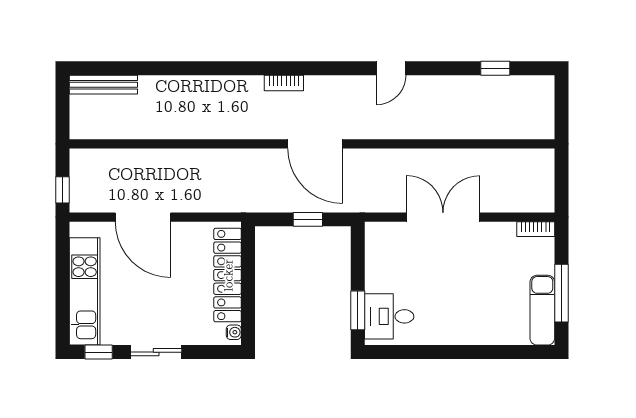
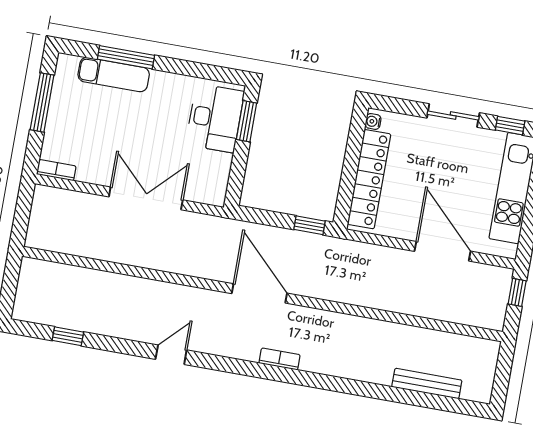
bench: (103, 85) -> (427, 384), moved
double door: (443, 217) -> (146, 198), swing flipped
window: (308, 219) -> (310, 225), moved
exam couch: (542, 310) -> (114, 75), moved, turned 90
desk: (389, 316) -> (215, 118), width x1.37
window: (487, 352) -> (126, 57), added

